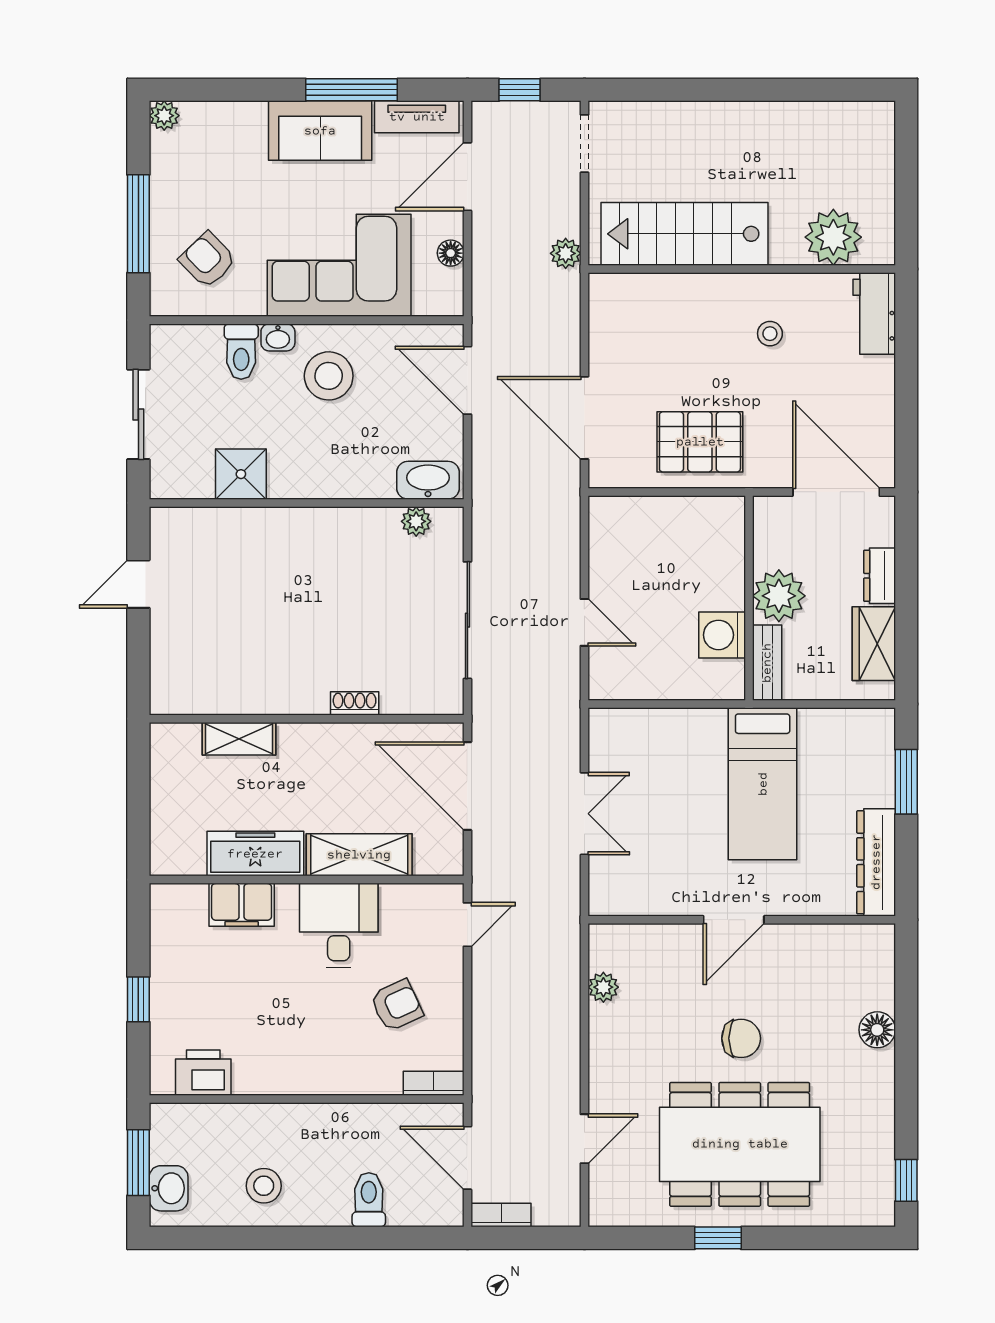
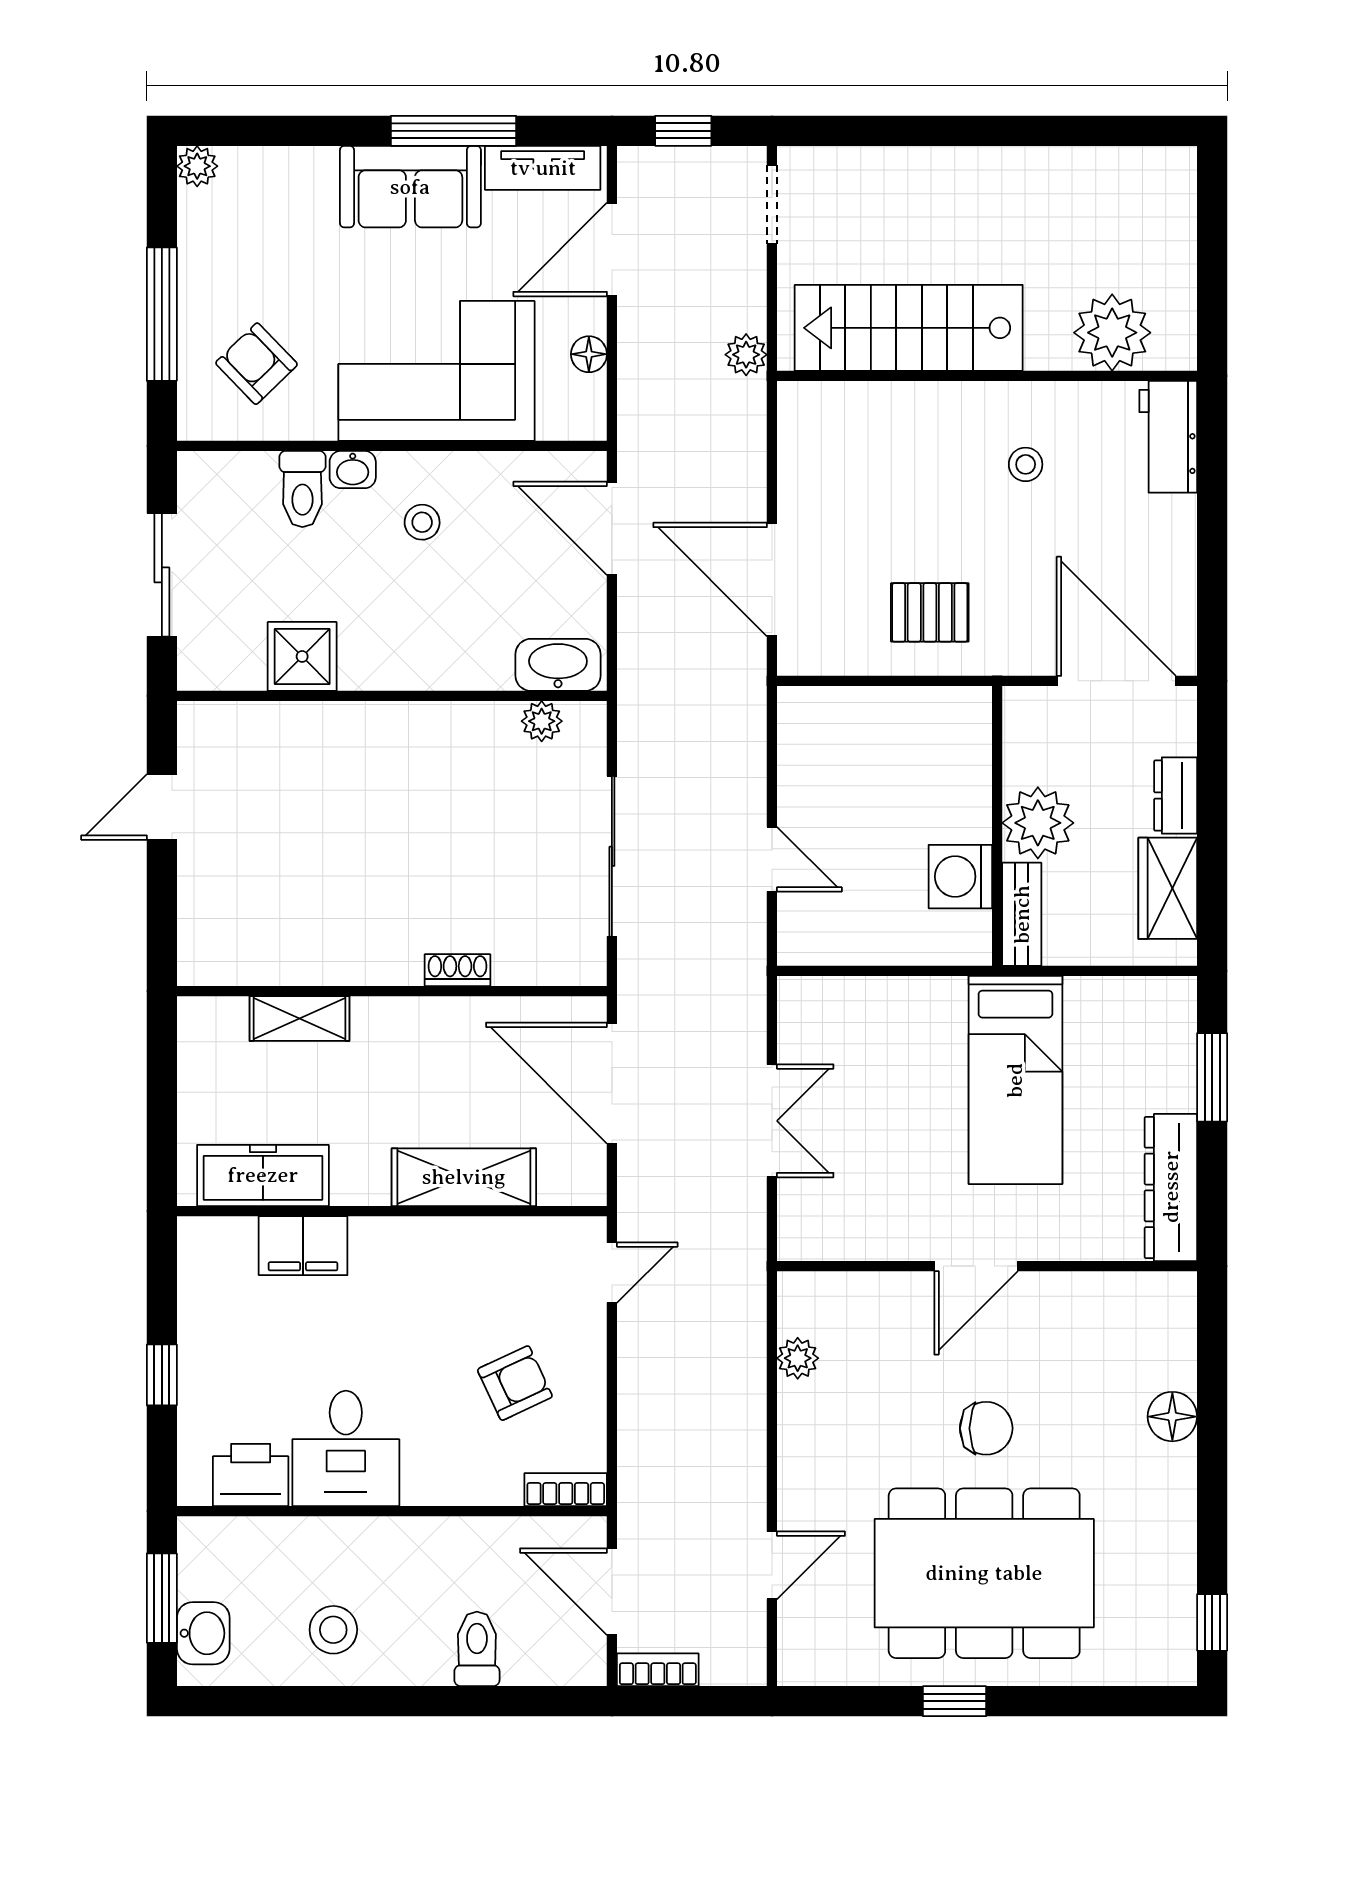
stool: (329, 376) -> (422, 522), width x0.53, depth x0.53
pallet: (700, 442) -> (930, 612), width x0.67, depth x0.71
freezer: (255, 854) -> (263, 1175), moved
desk: (339, 925) -> (346, 1448), moved, turned 180

